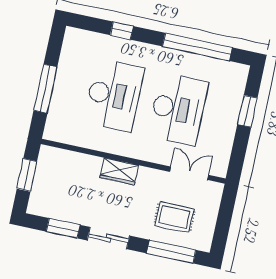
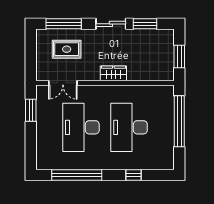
window: (45, 89) -> (179, 121), width x1.46
window: (247, 111) -> (31, 110), moved

